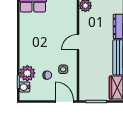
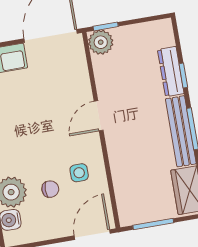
door: (64, 102) -> (92, 235), hinge flipped

